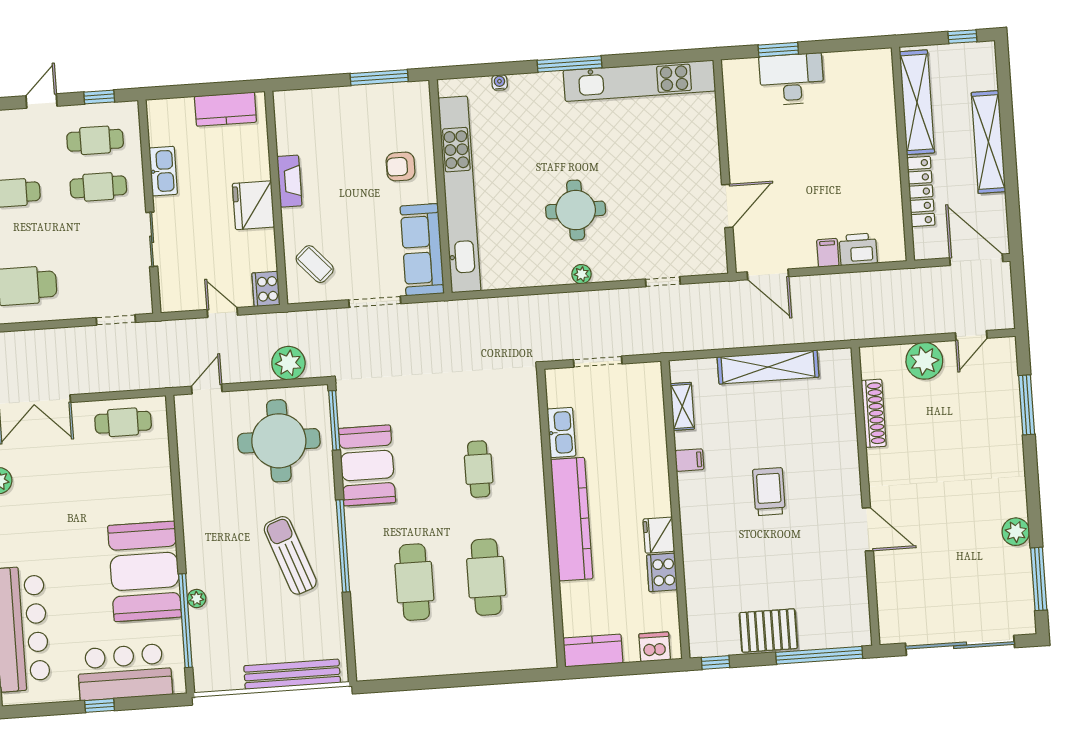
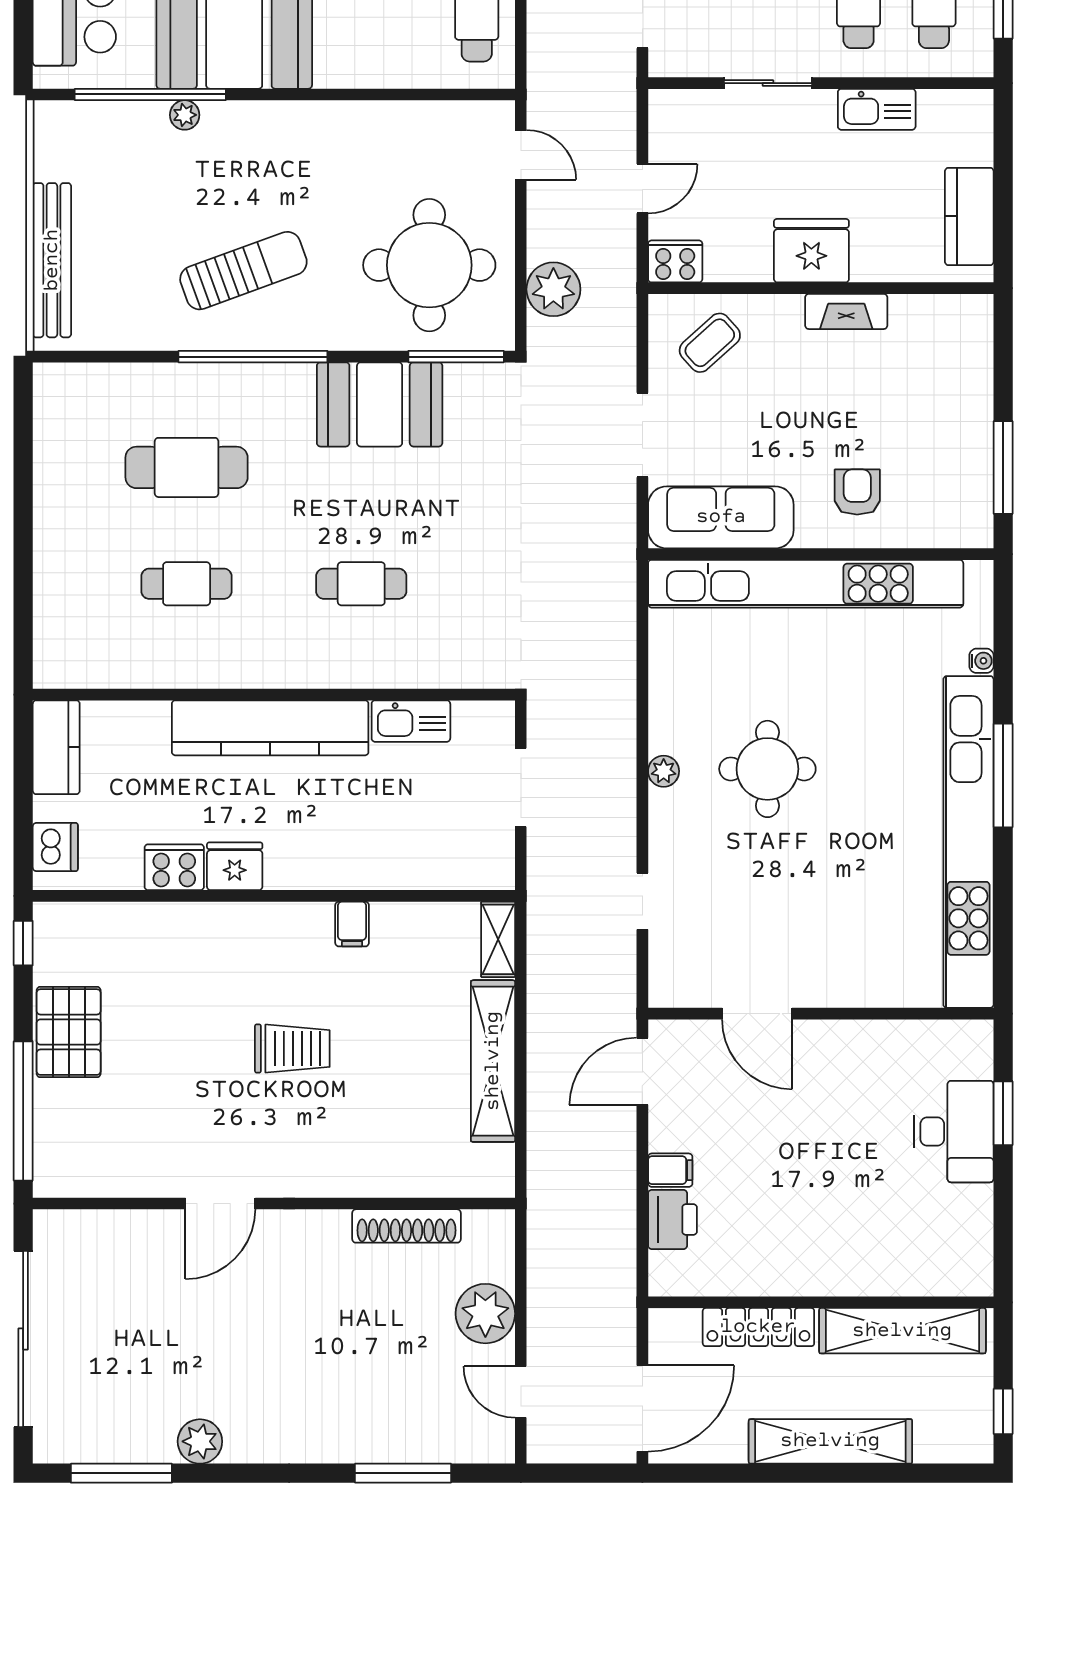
kitchen unit: (639, 81) -> (968, 842), width x1.36
shelving: (682, 406) -> (498, 939), moved, turned 90
cafe table: (486, 577) -> (187, 584), width x0.73, depth x0.74

